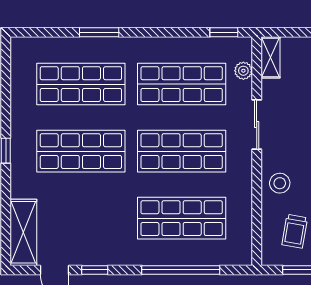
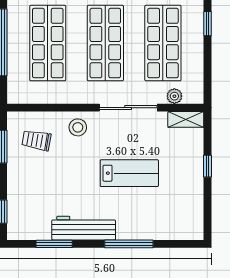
window: (224, 32) -> (207, 24), moved
sliding door: (257, 124) -> (128, 108), width x1.37

